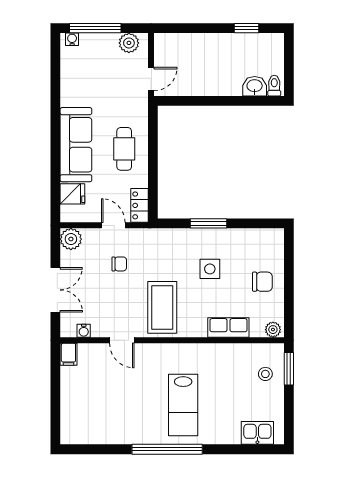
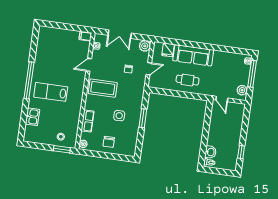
locker: (139, 205) -> (157, 84), removed
kitchen sink: (257, 433) -> (32, 117), moved

